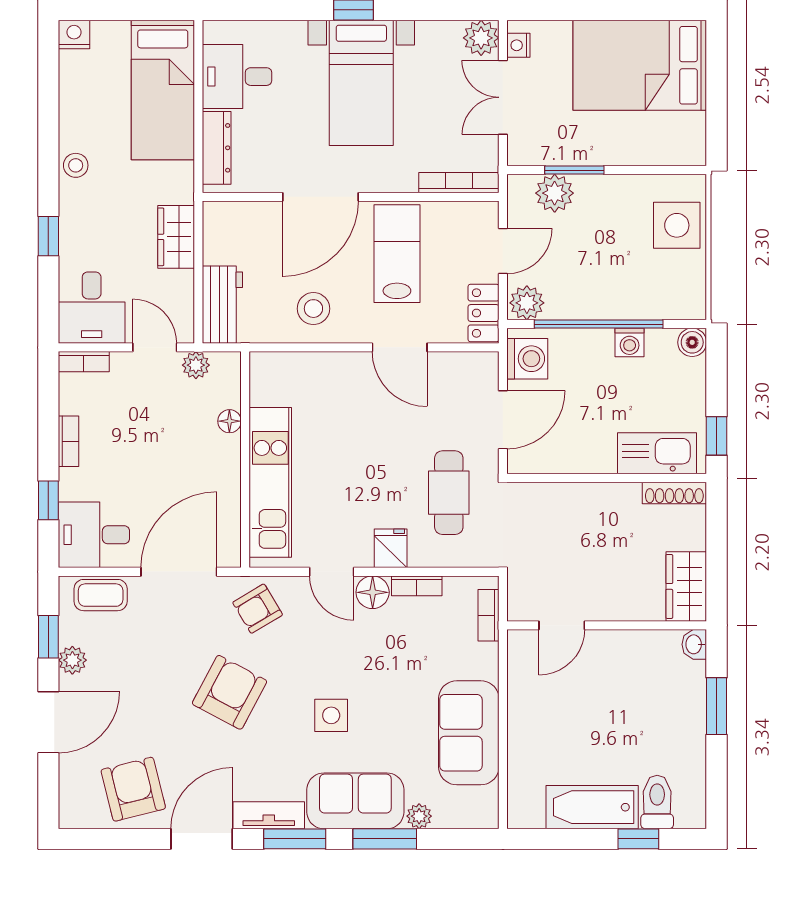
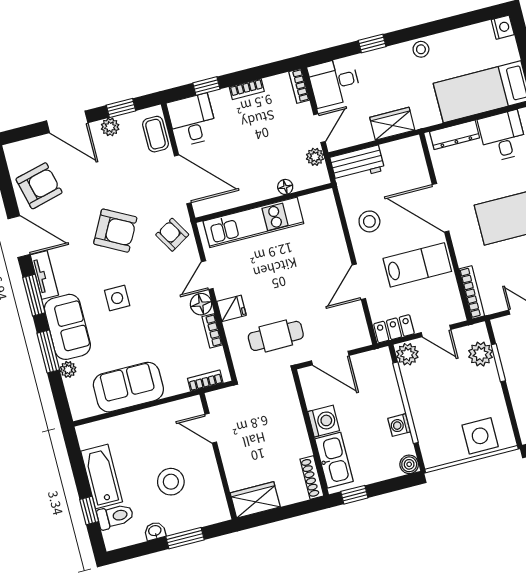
washing machine: (527, 359) -> (324, 421), moved, turned -90
washbasin: (694, 644) -> (155, 531), moved
stool: (627, 706) -> (171, 482), added

